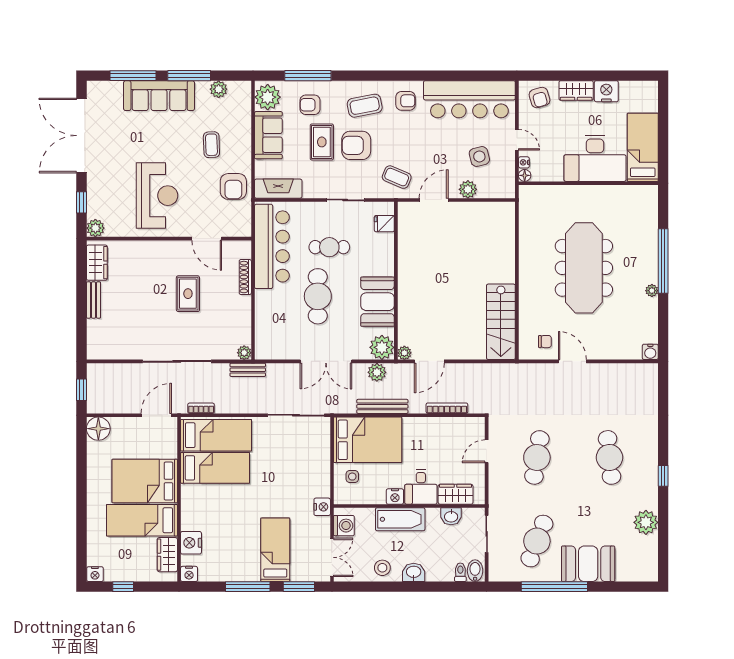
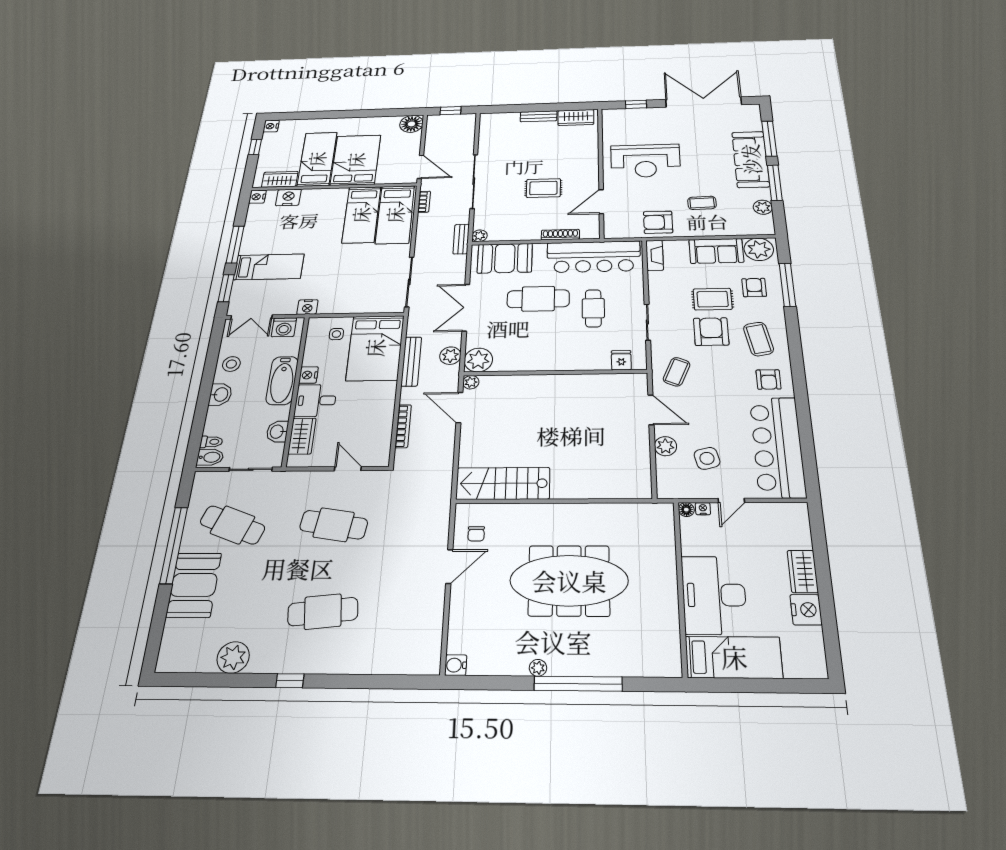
armchair: (539, 97) -> (789, 527), removed
fireplace: (278, 189) -> (655, 255), width x0.73, depth x0.76
plant: (95, 228) -> (611, 115), removed
booth: (377, 302) -> (505, 258), moved

